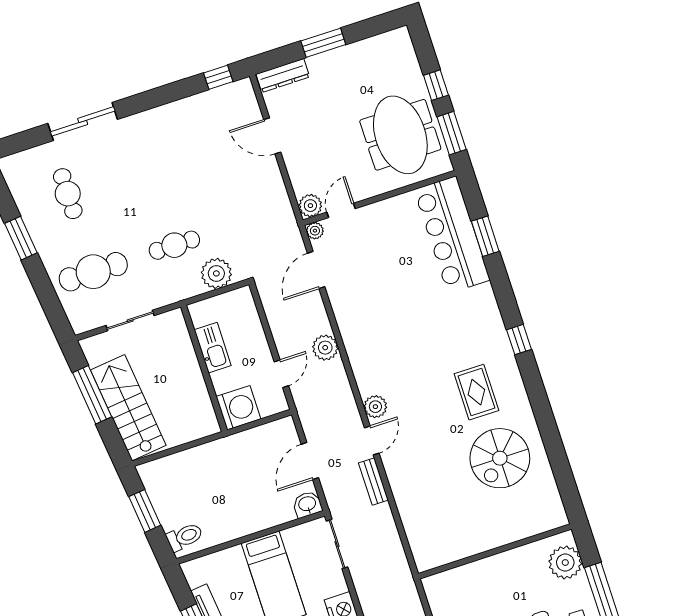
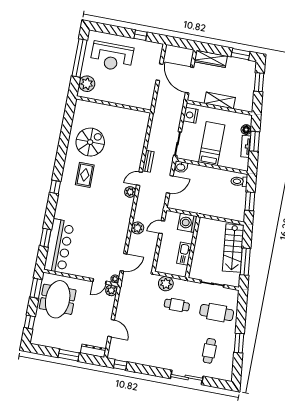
window: (436, 85) -> (30, 322), moved

